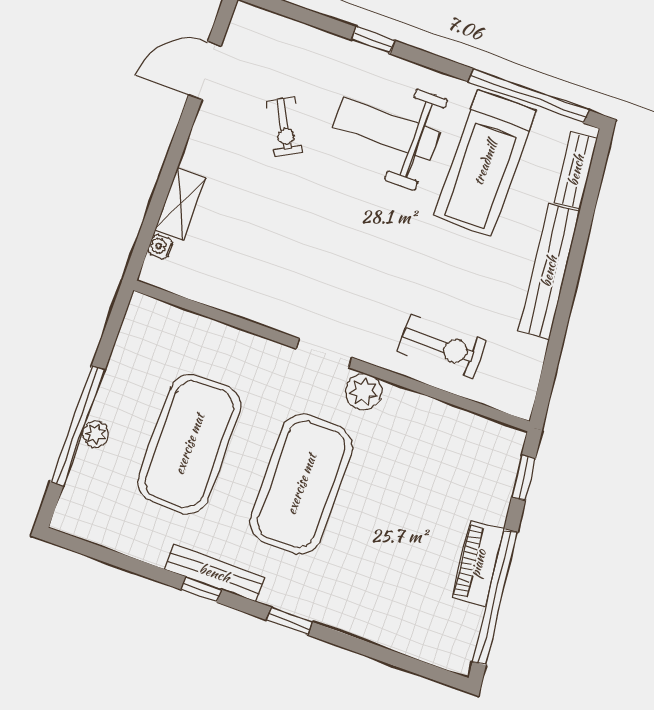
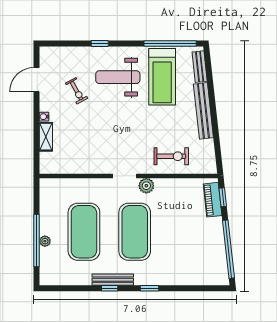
water cooler: (160, 247) -> (44, 117), moved
piano: (478, 563) -> (213, 200), moved

